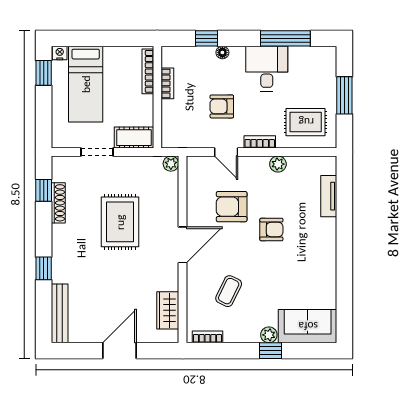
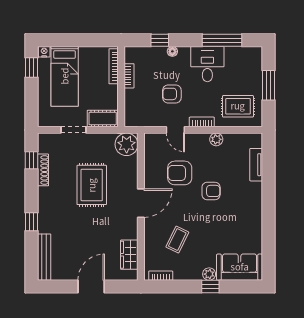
plant: (171, 164) -> (127, 144), width x1.88, depth x1.88

